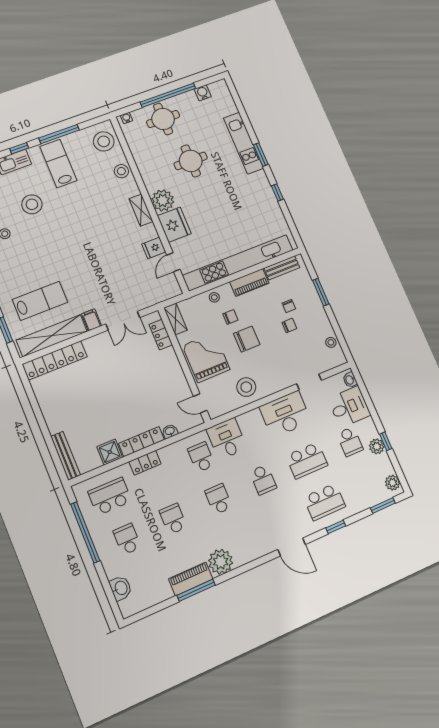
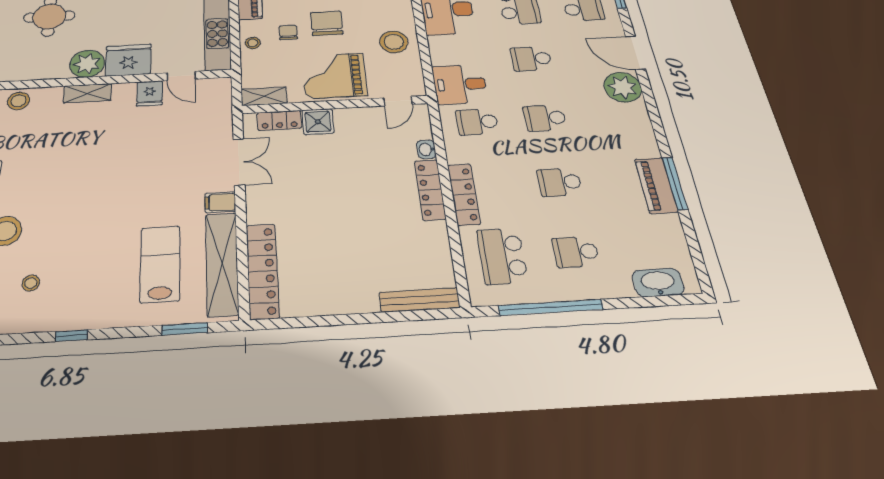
shower: (110, 452) -> (318, 122), moved
locker: (145, 463) -> (464, 194), width x1.53
school desk: (263, 480) -> (531, 59), turned 180
door: (292, 547) -> (635, 53), swing flipped
plant: (221, 562) -> (623, 87), moved
washbasin: (121, 588) -> (658, 283), width x1.38

